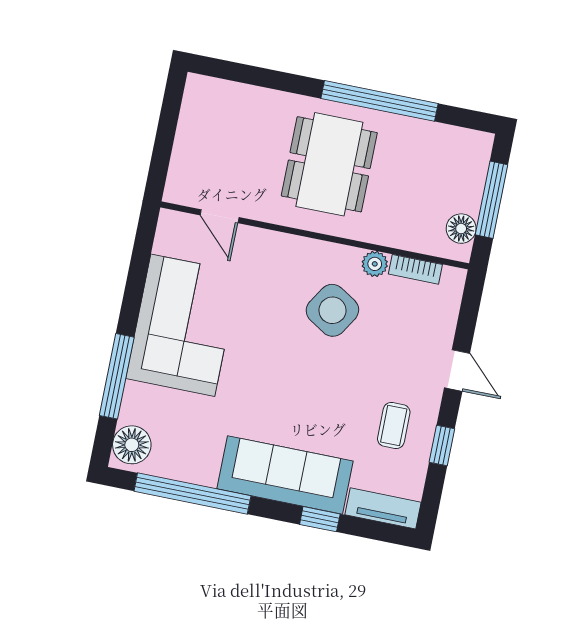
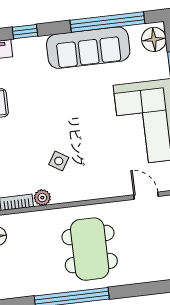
side table: (332, 310) -> (59, 161), width x0.54, depth x0.54
sofa: (285, 475) -> (88, 48), moved

